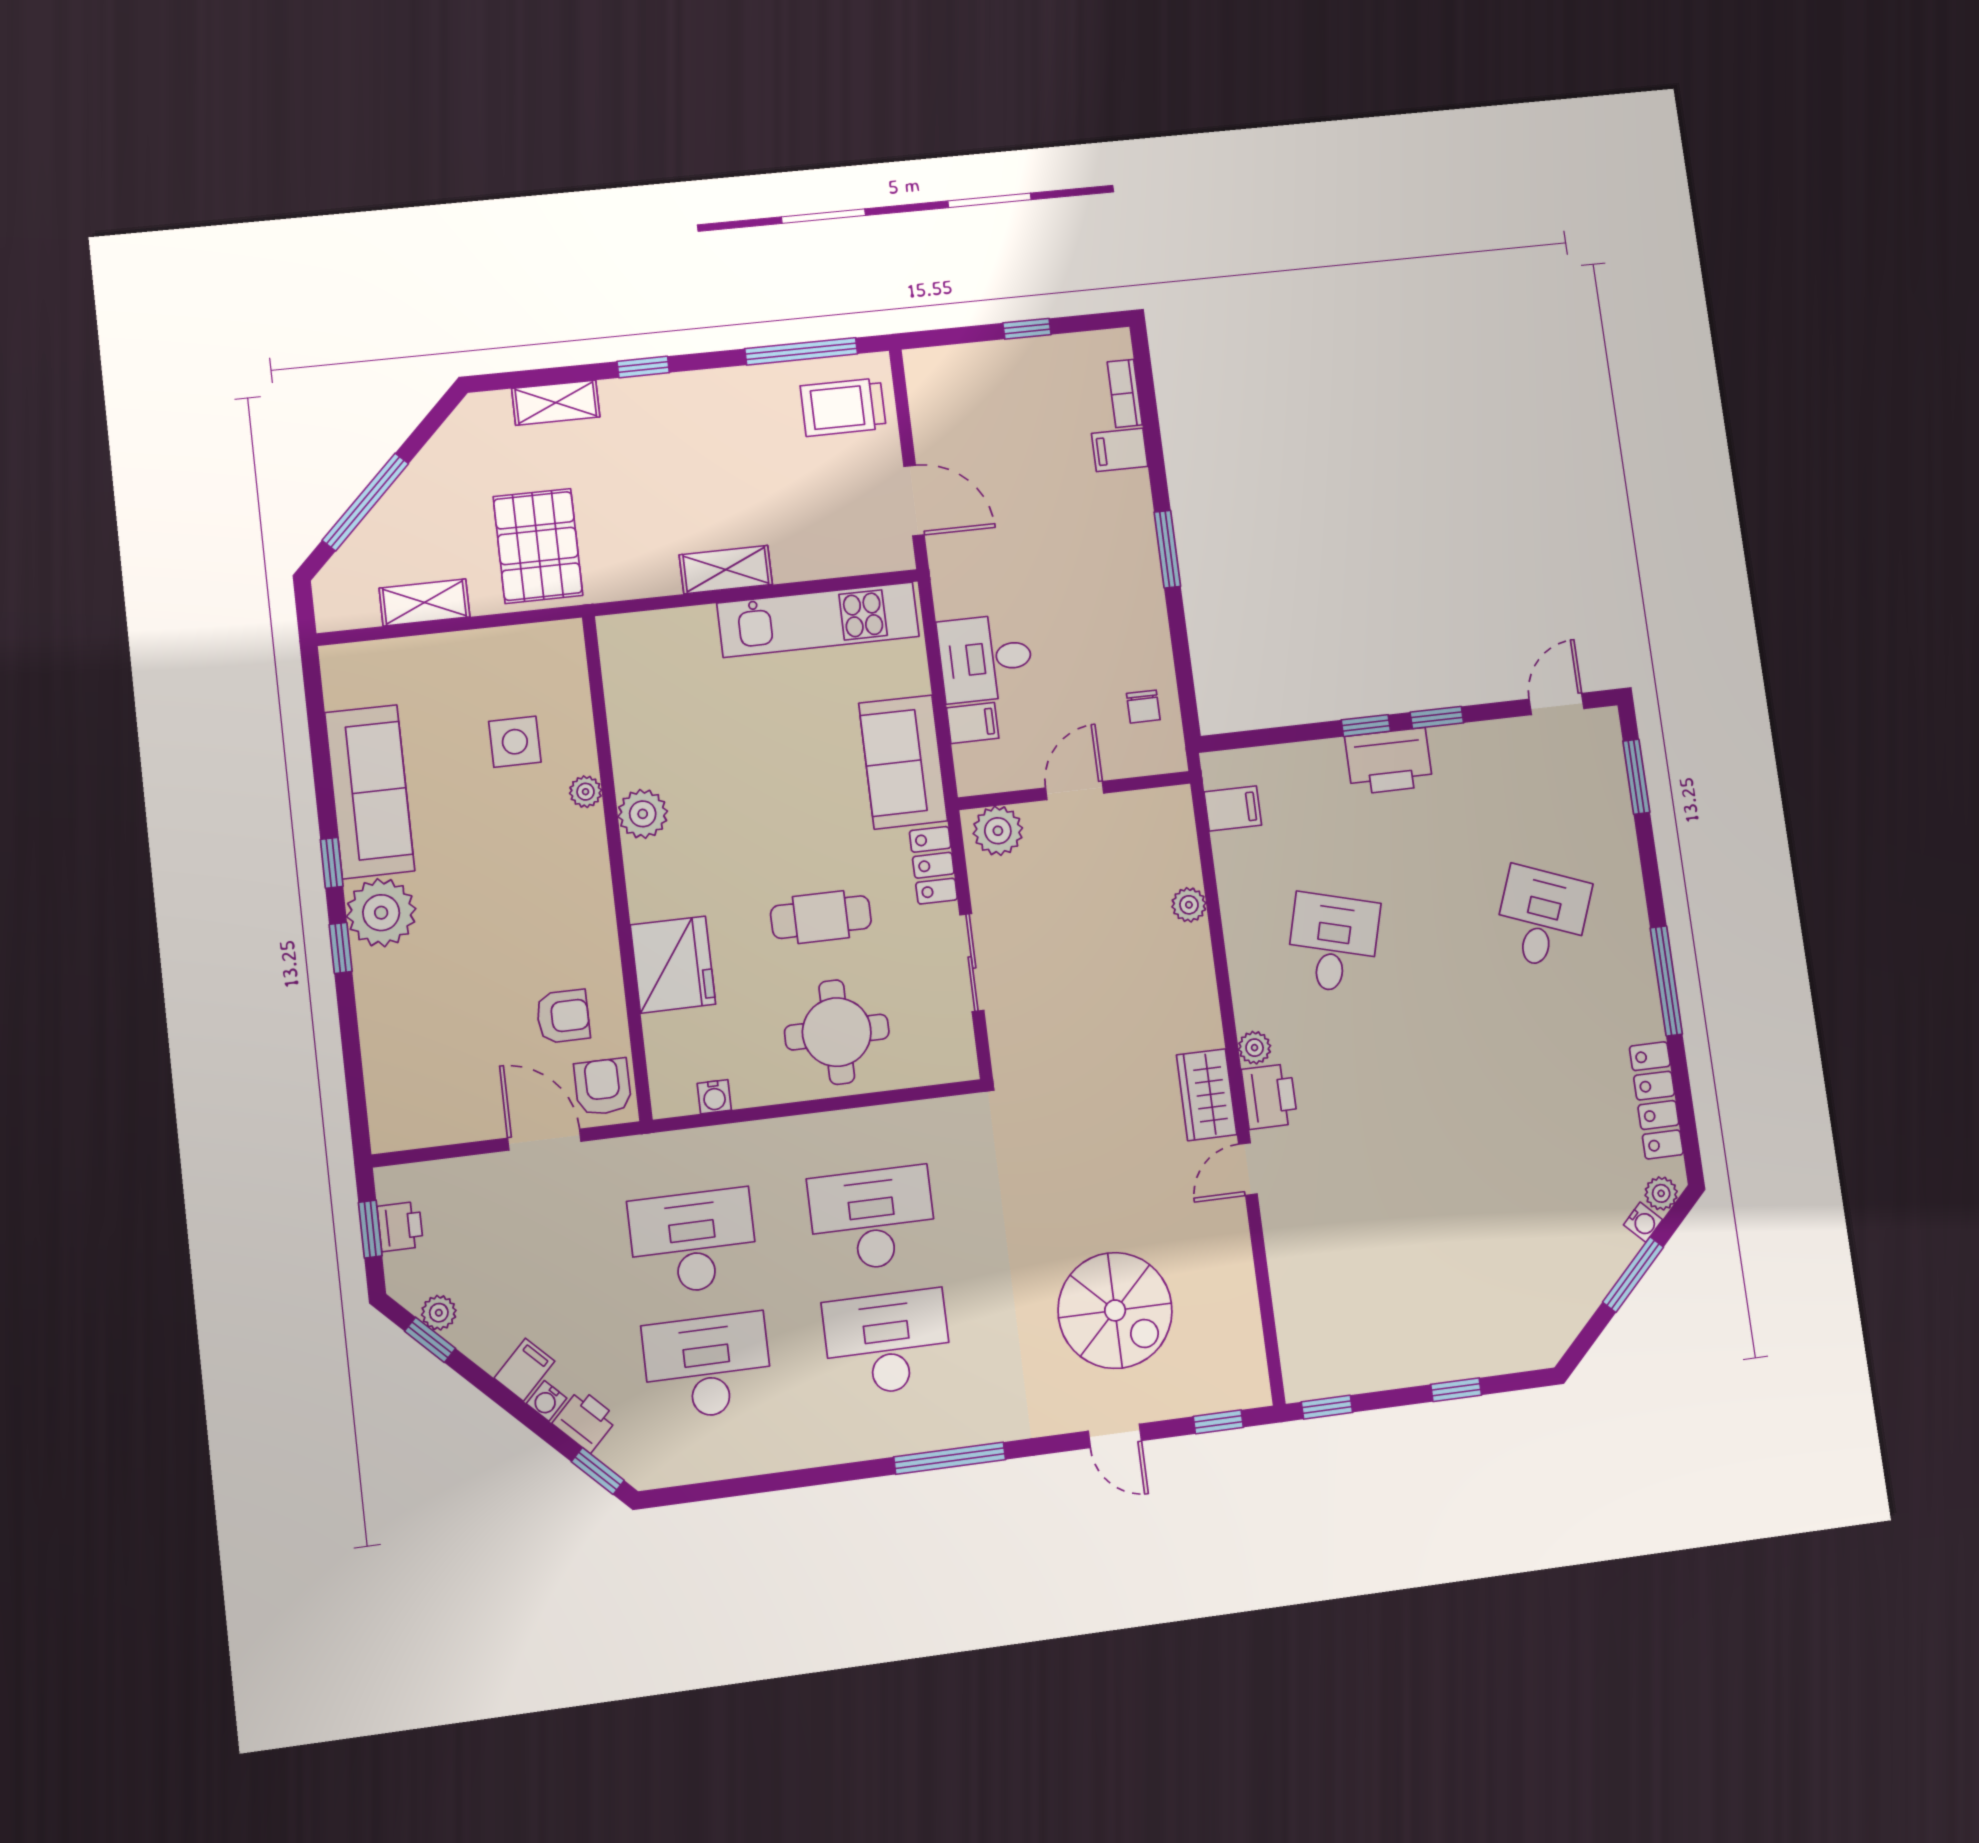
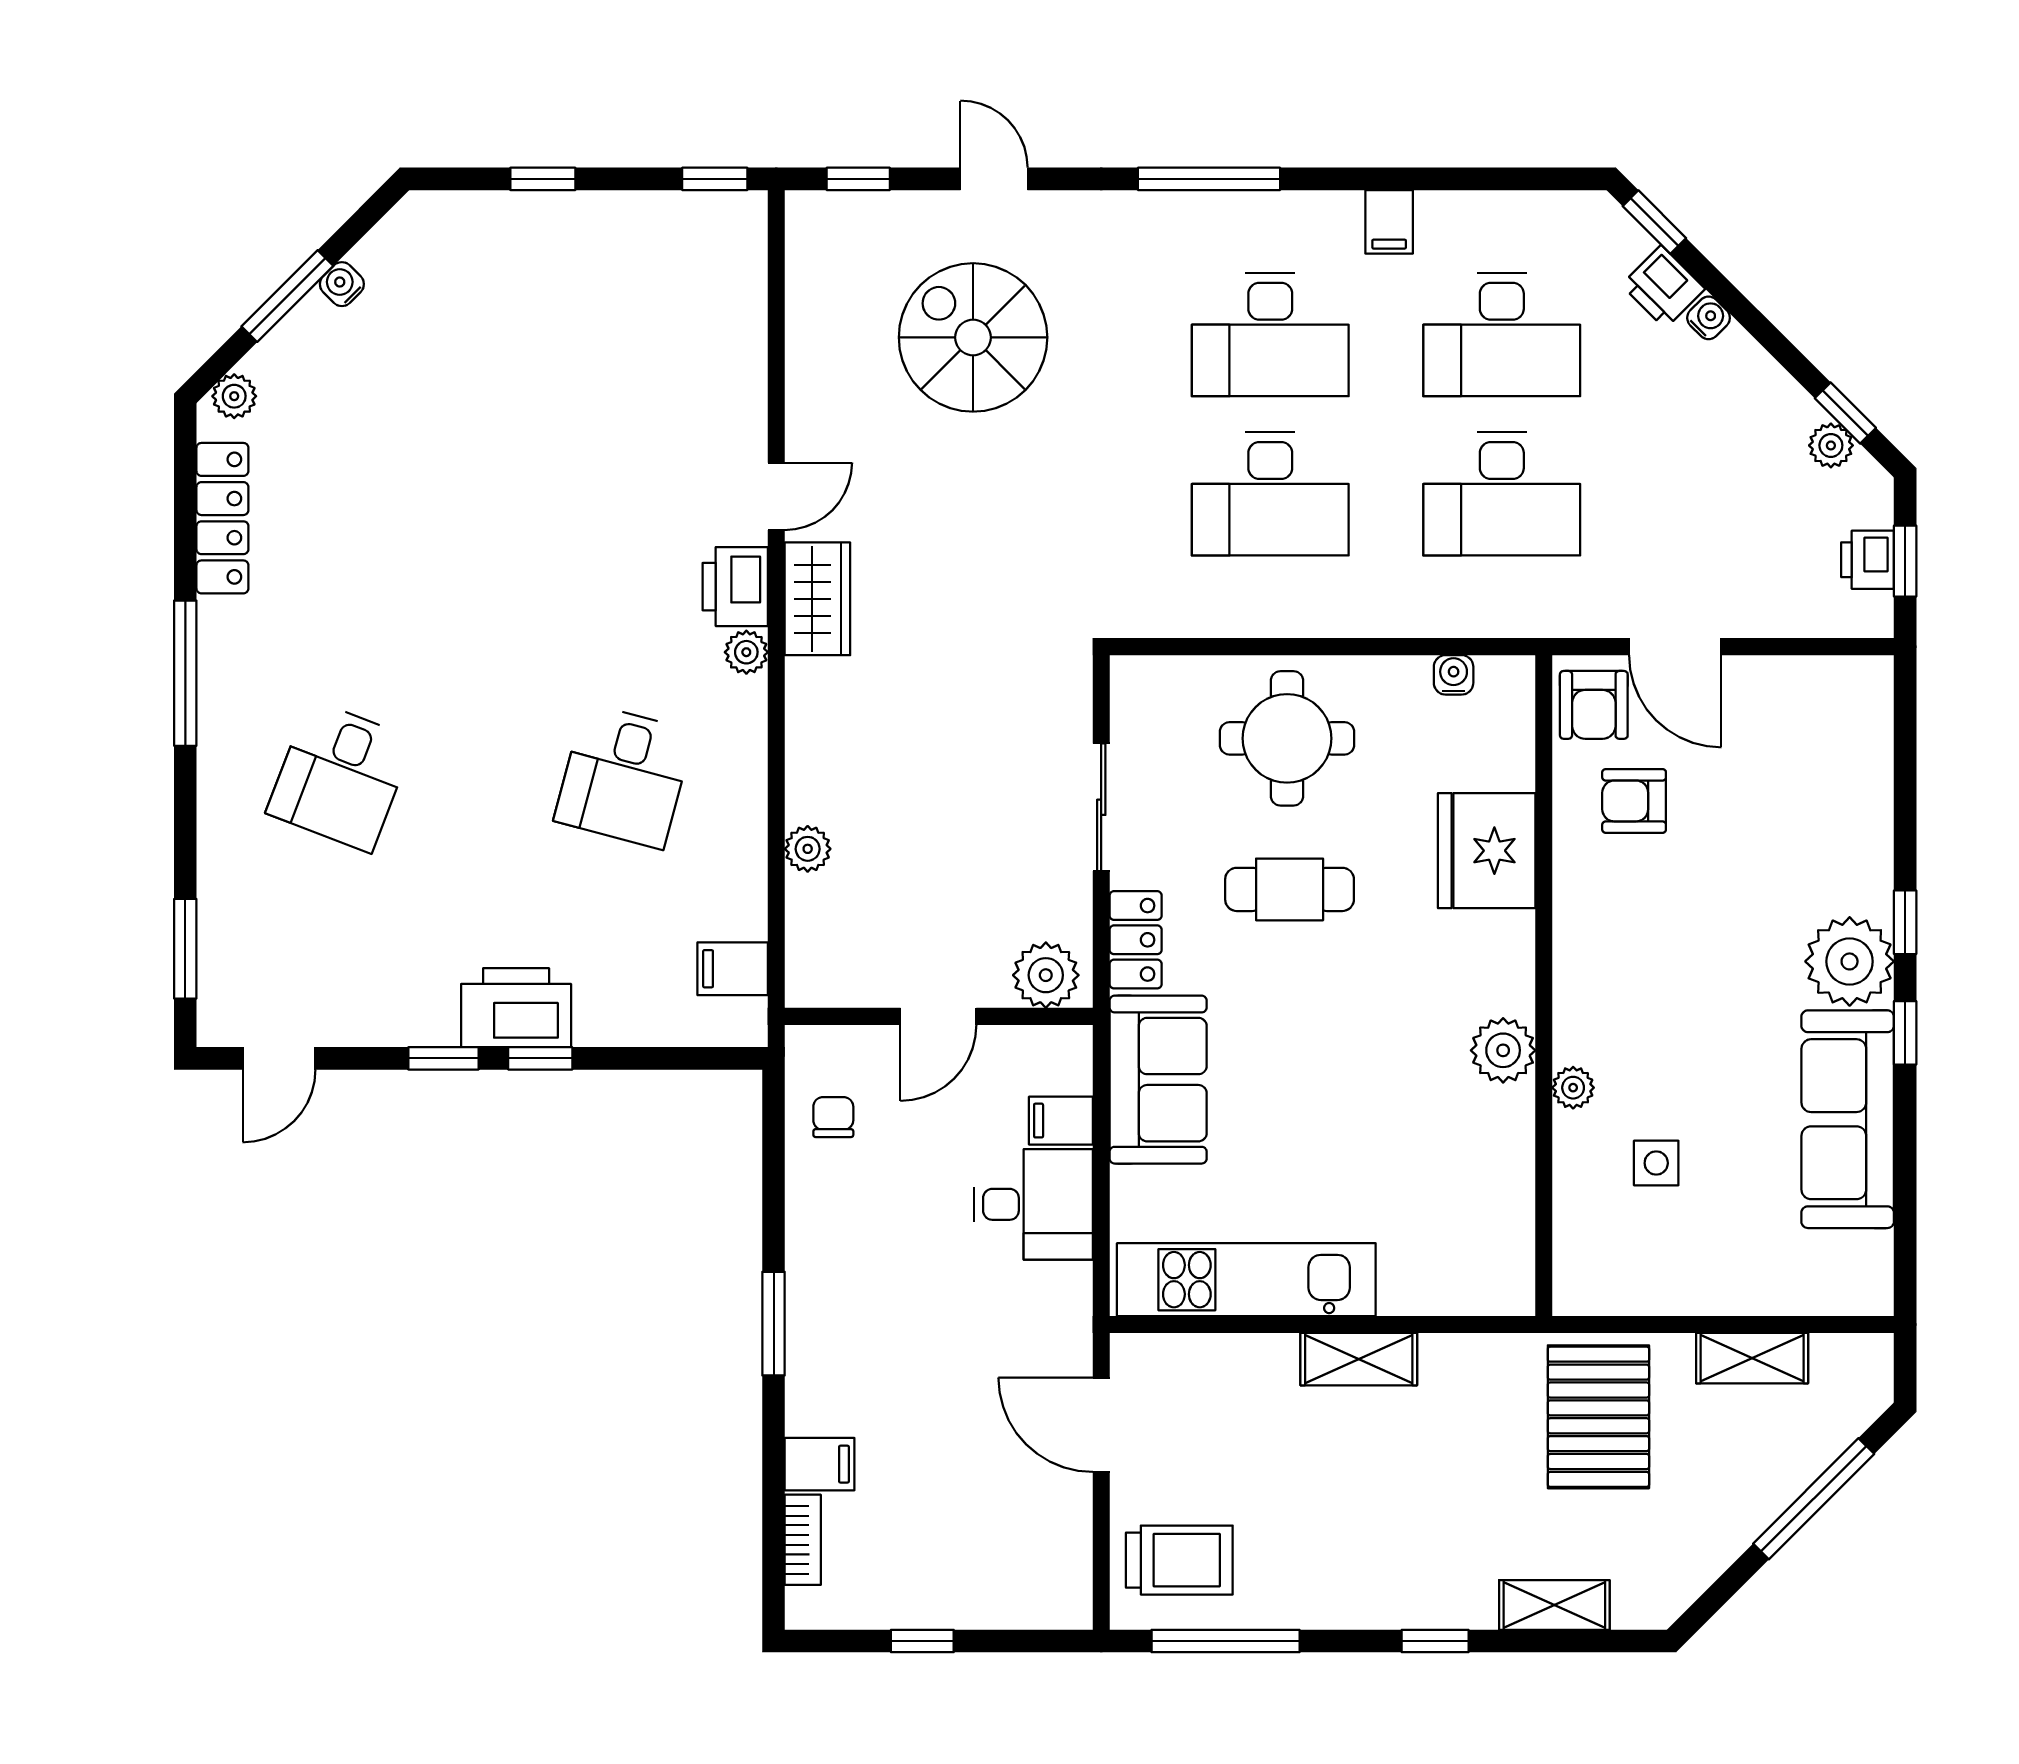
side table: (515, 742) -> (1656, 1163), width x0.73, depth x0.73
water cooler: (1643, 1222) -> (342, 284), moved
filing cabinet: (524, 1370) -> (1389, 222), moved, turned -45

